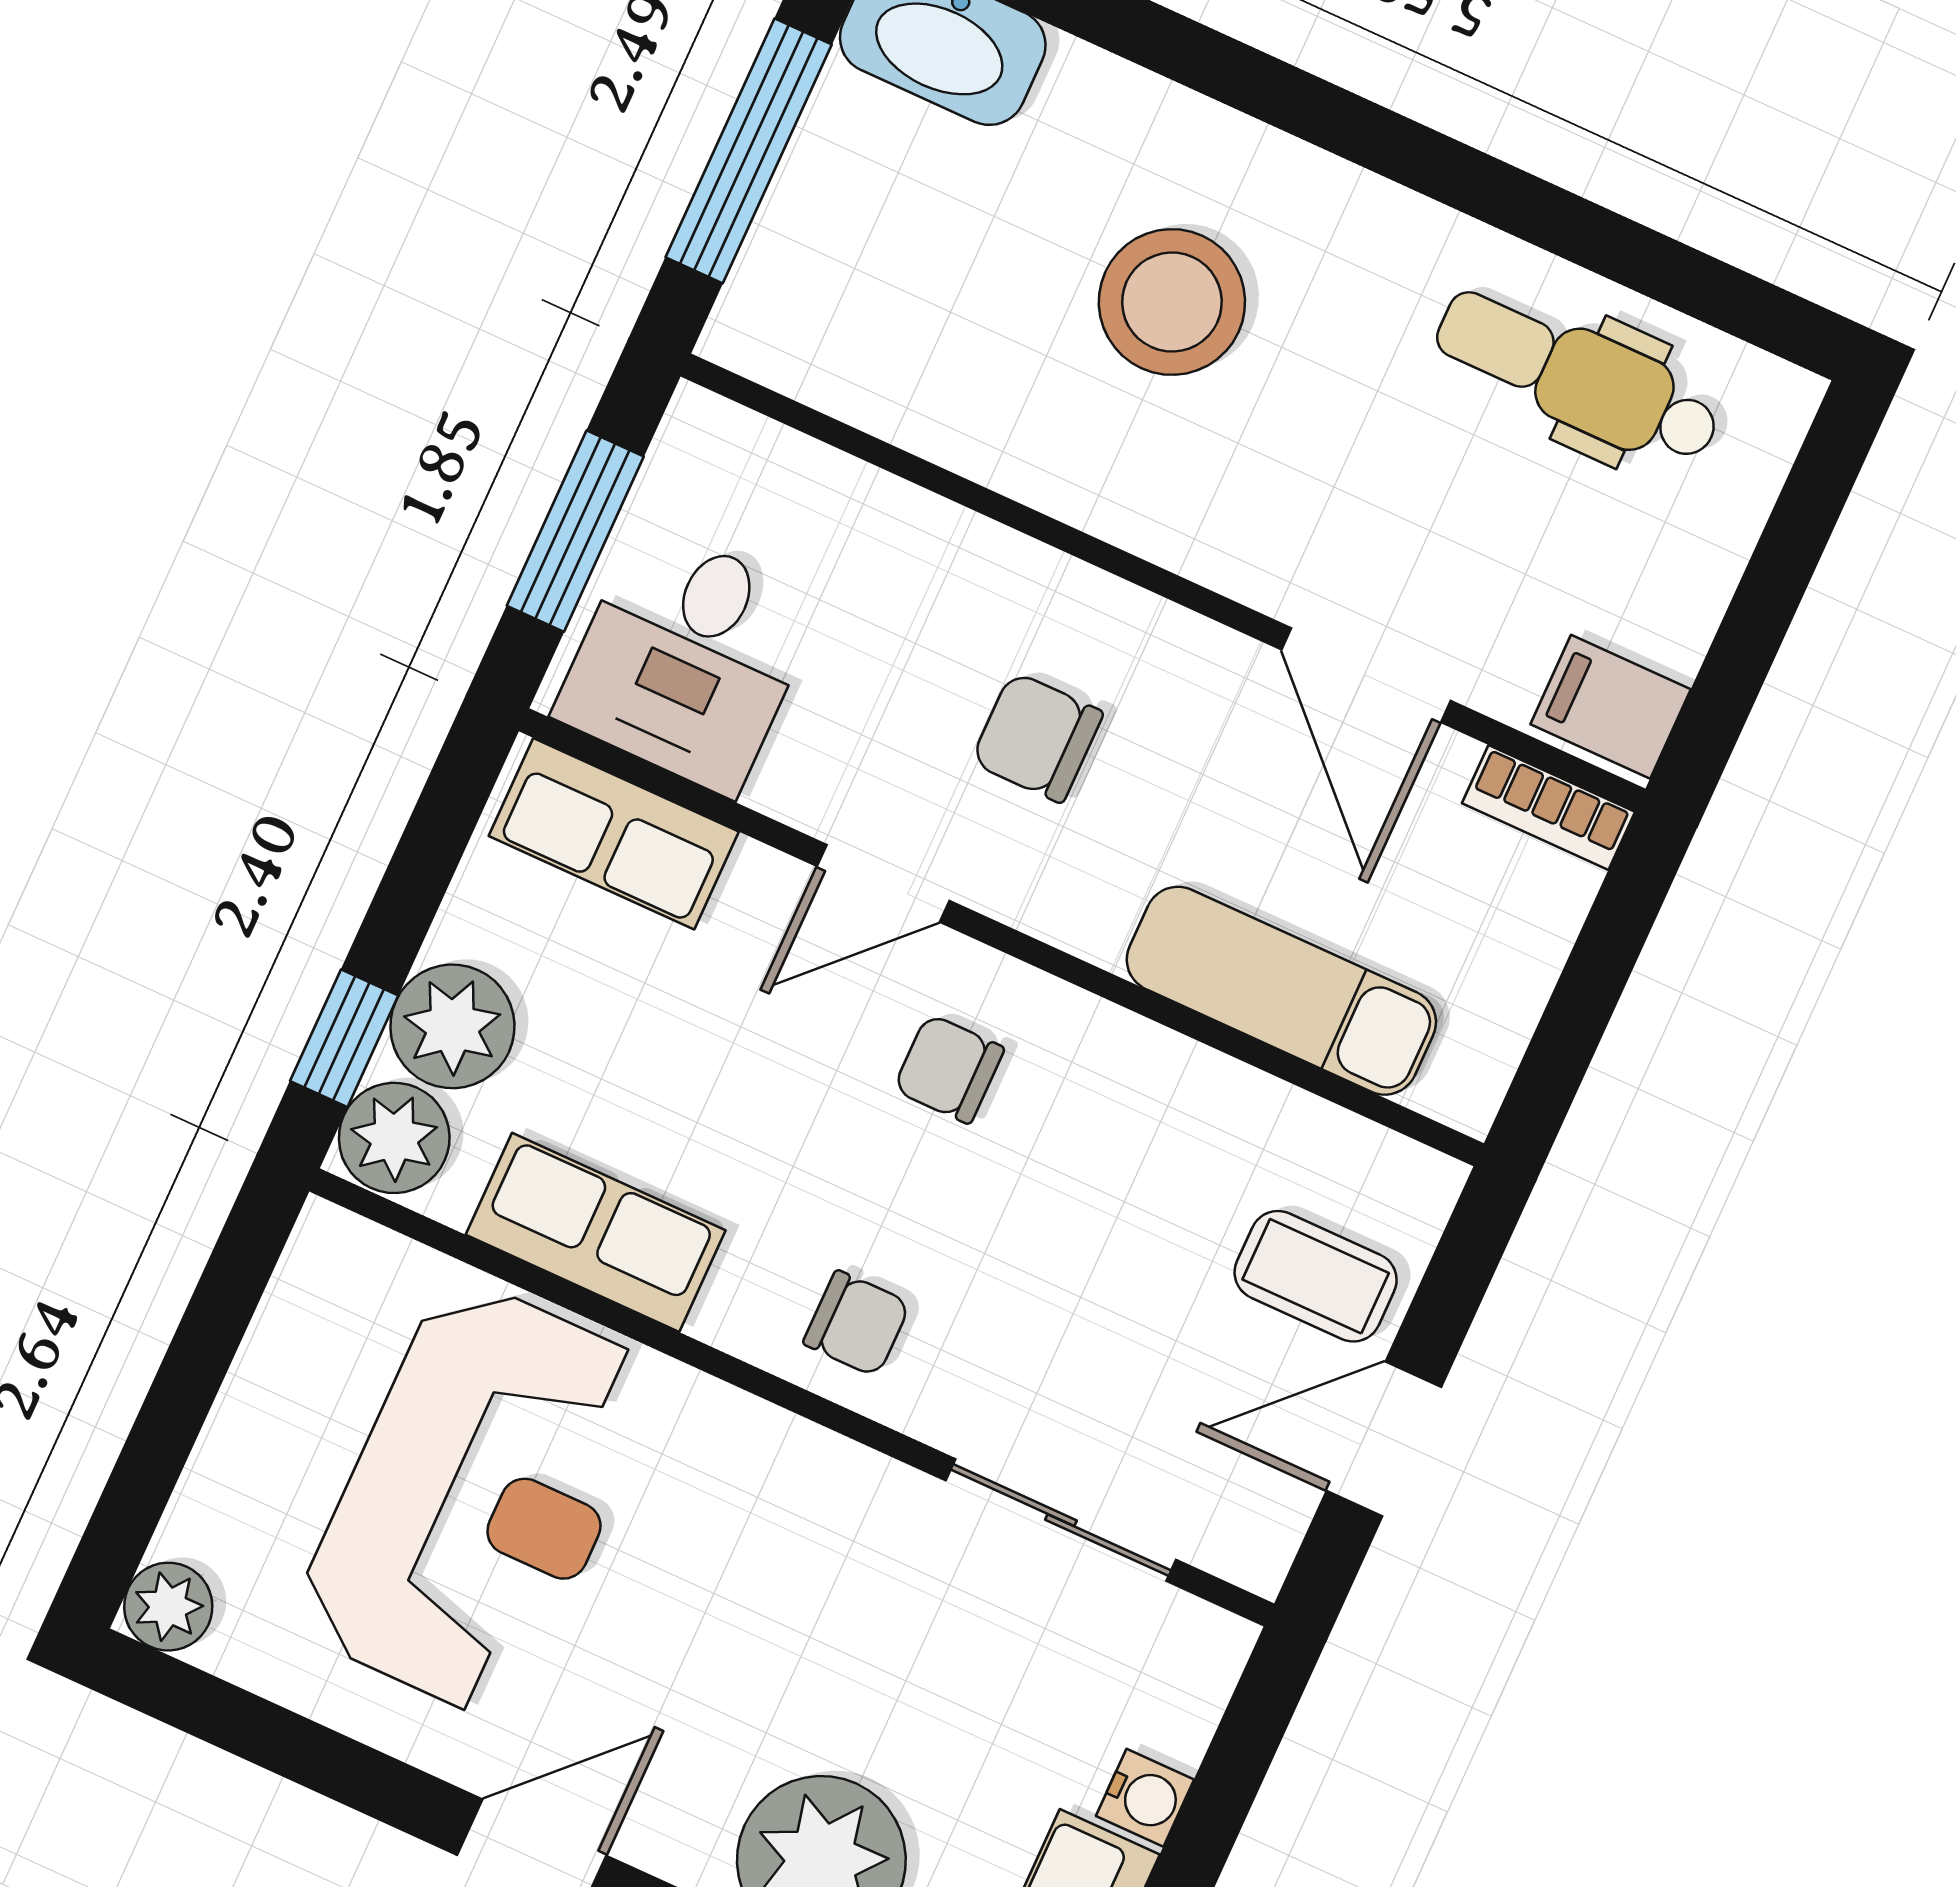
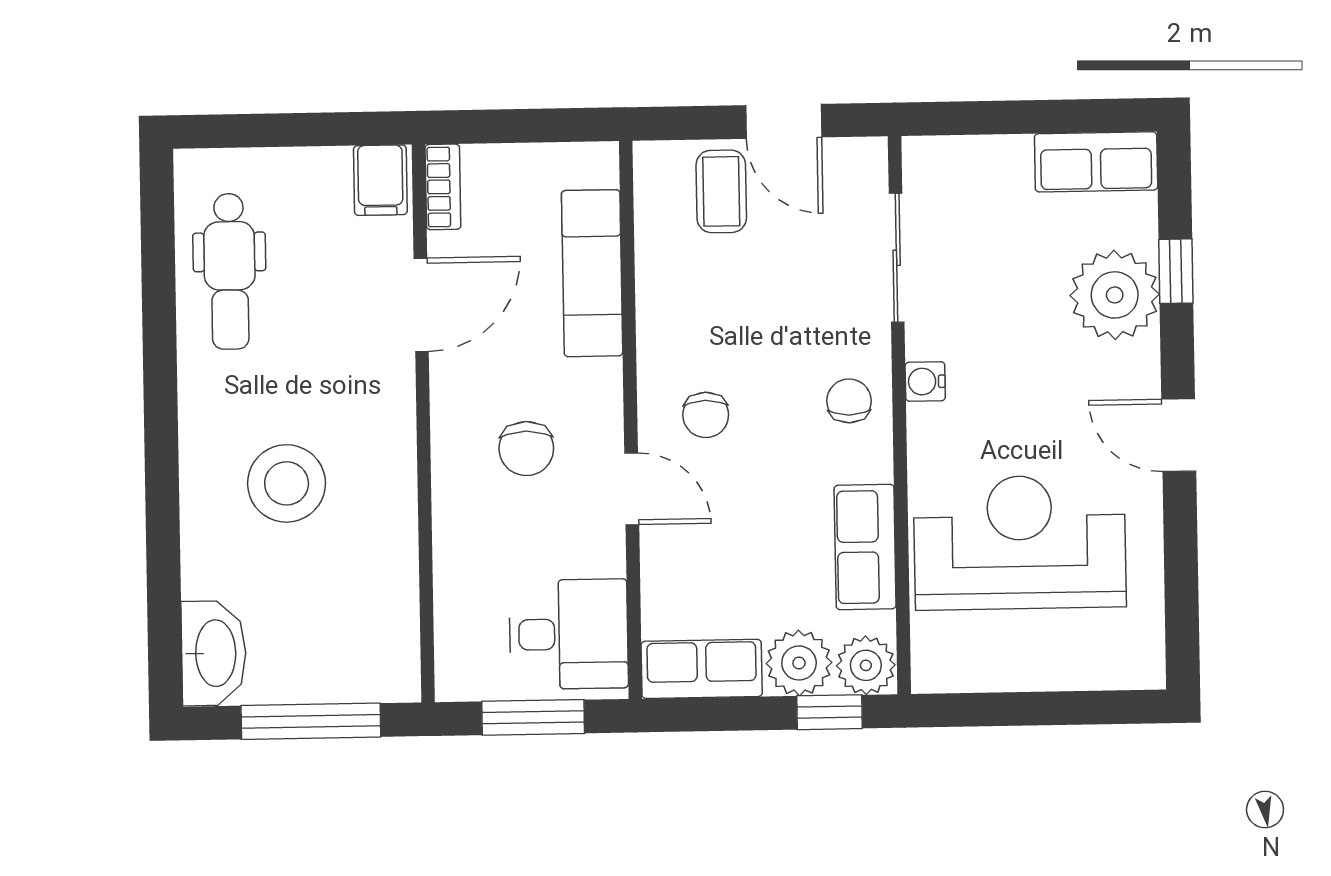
row of seats: (614, 834) -> (702, 669), moved, turned -90
plant: (168, 1607) -> (1143, 667), removed
water cooler: (1145, 1798) -> (925, 381), moved, turned -90

